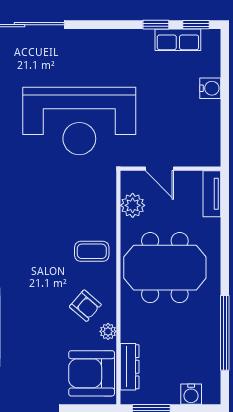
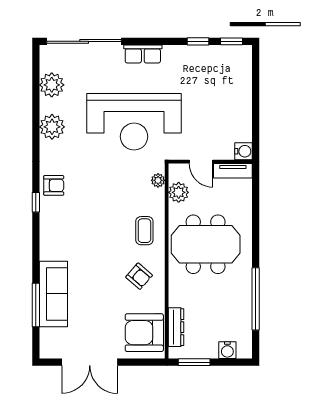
row of seats: (178, 40) -> (143, 54), moved
water cooler: (210, 88) -> (243, 151), moved
tv unit: (212, 194) -> (233, 171), moved, turned -90
coffee table: (92, 251) -> (144, 231), turned 90
plant: (108, 331) -> (158, 180), moved

